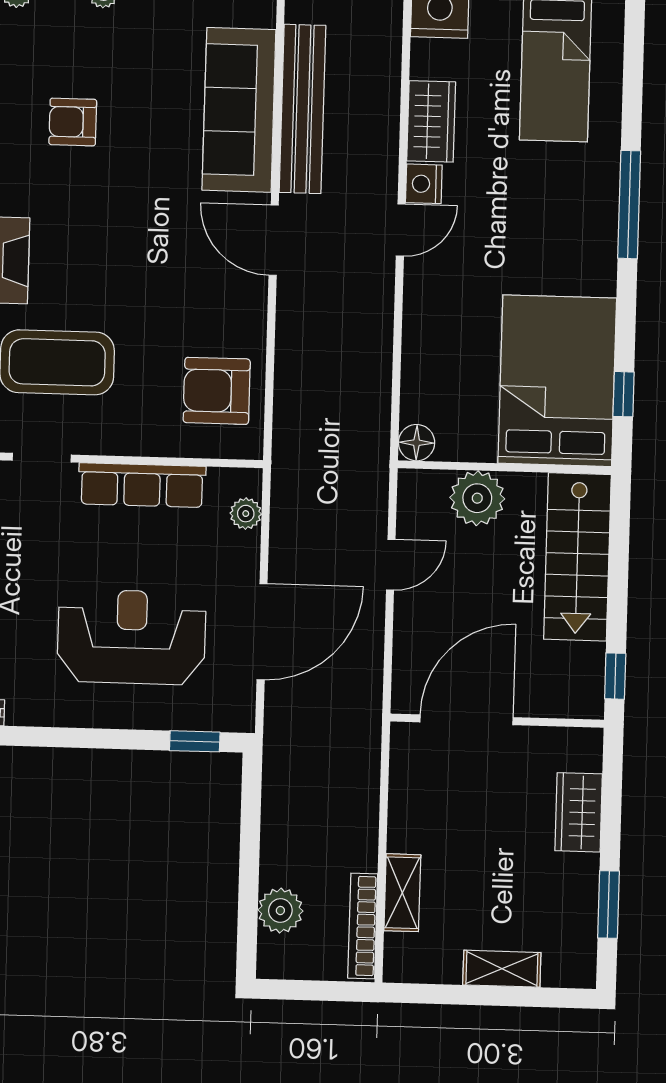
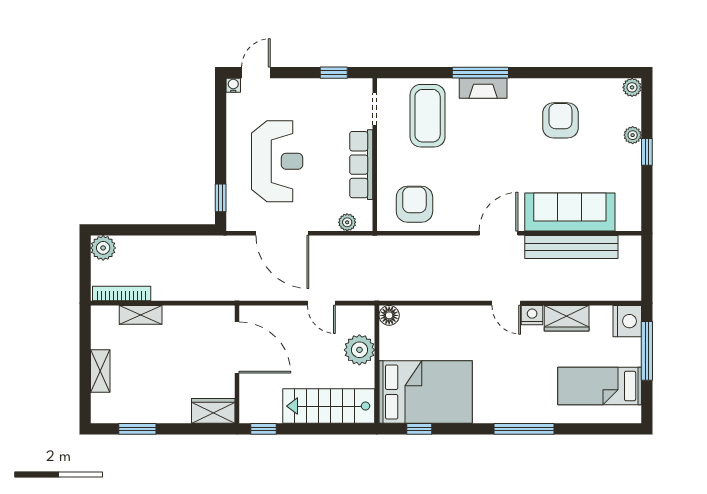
armchair: (73, 122) -> (560, 120), width x1.38, depth x1.38
wardrobe: (579, 812) -> (213, 411), moved
plant: (280, 911) -> (103, 248), moved

